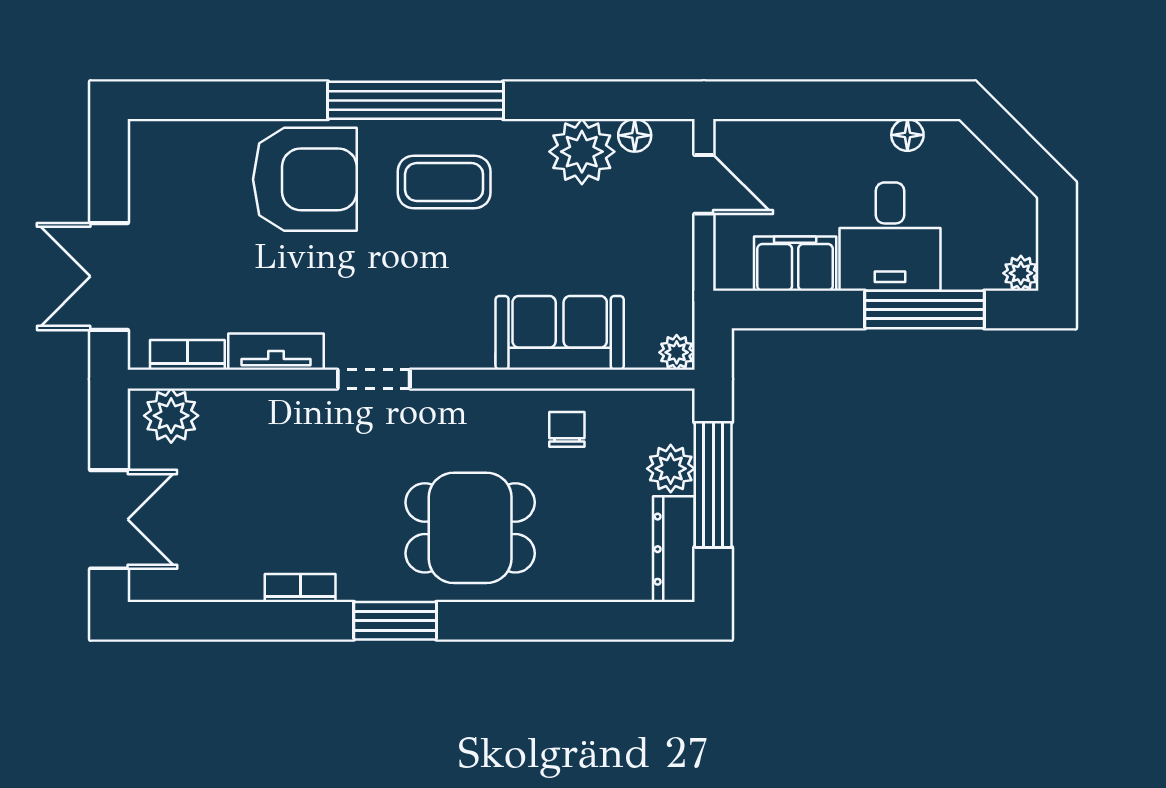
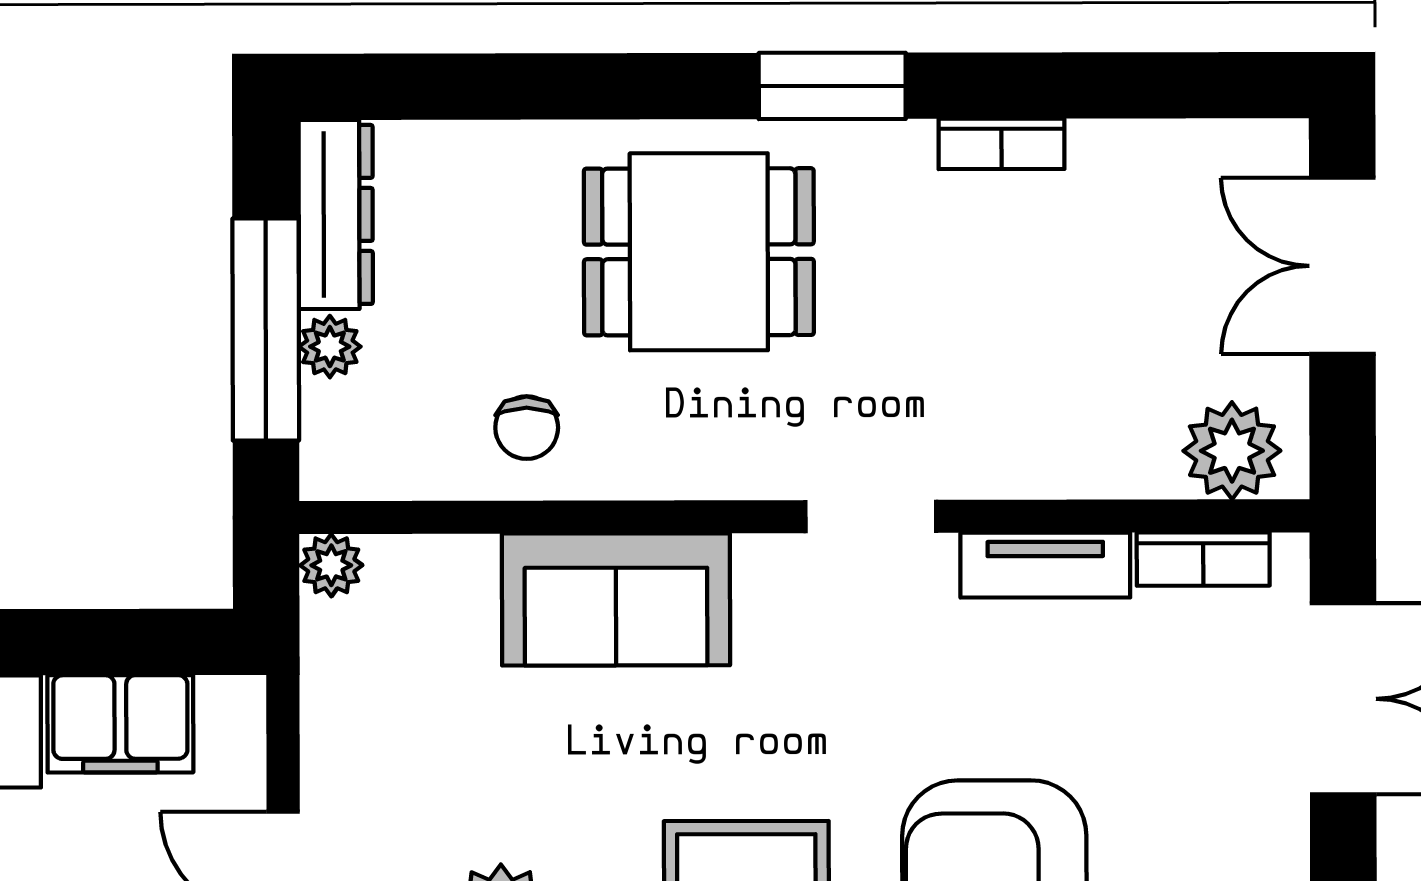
sofa: (560, 333) -> (616, 599), moved
plant: (671, 469) -> (330, 347), width x0.73, depth x0.73

